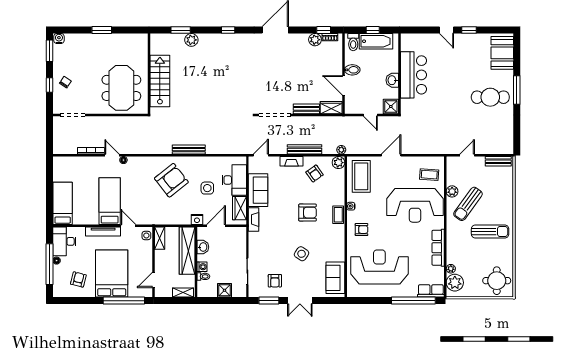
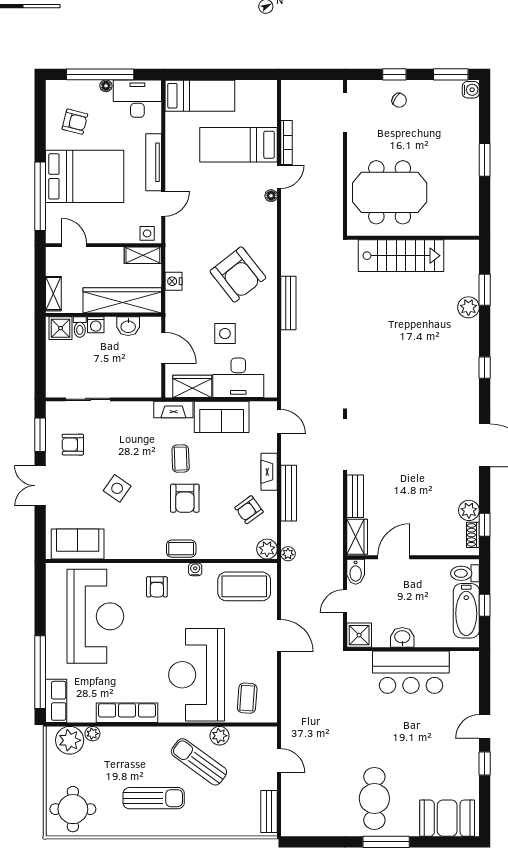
bidet: (352, 70) -> (356, 572), moved
bed: (110, 201) -> (238, 145), moved, turned 180
coffee table: (283, 215) -> (181, 459), added
nightstand: (197, 219) -> (173, 281), moved
sun lounger: (490, 231) -> (154, 798), turned -90
shower: (225, 290) -> (61, 328), moved

